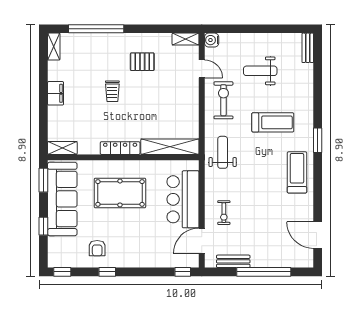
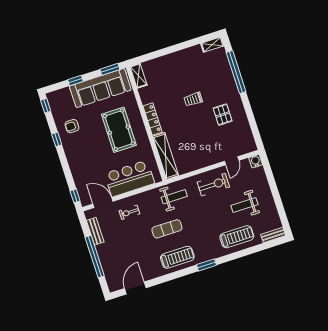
shelving: (186, 39) -> (250, 141), removed
weight bench: (260, 71) -> (244, 205), turned -90
filing cabinet: (56, 93) -> (178, 57), removed
treadmill: (273, 122) -> (237, 237), moved, turned -90
exercise mat: (259, 174) -> (167, 229), added

